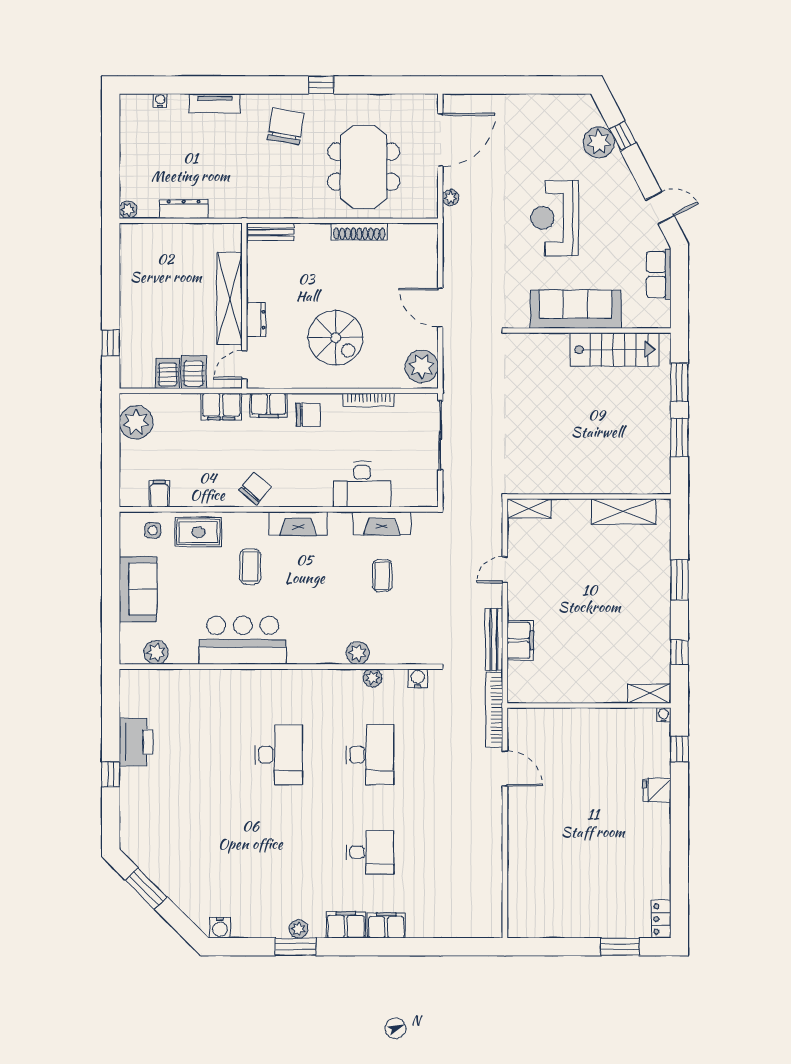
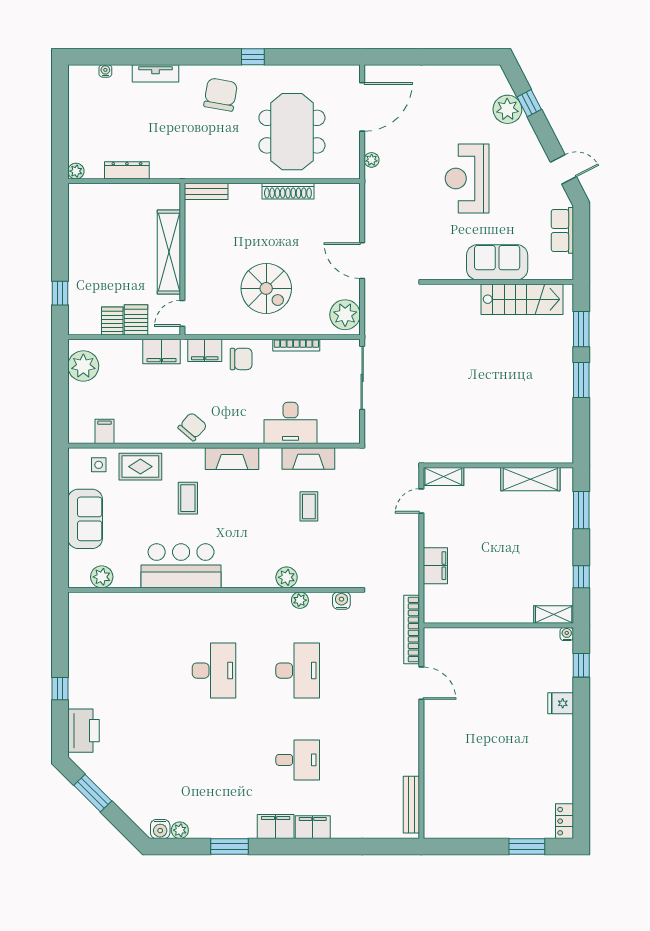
sofa: (576, 309) -> (497, 262), width x0.73
dresser: (256, 320) -> (193, 272), removed
wall: (589, 496) -> (498, 465), moved
shelving: (529, 508) -> (443, 476), moved
shelving: (624, 511) -> (530, 479), moved
bench: (494, 640) -> (411, 805), moved
printer: (136, 742) -> (83, 731), moved
plant: (298, 929) -> (180, 830), moved

